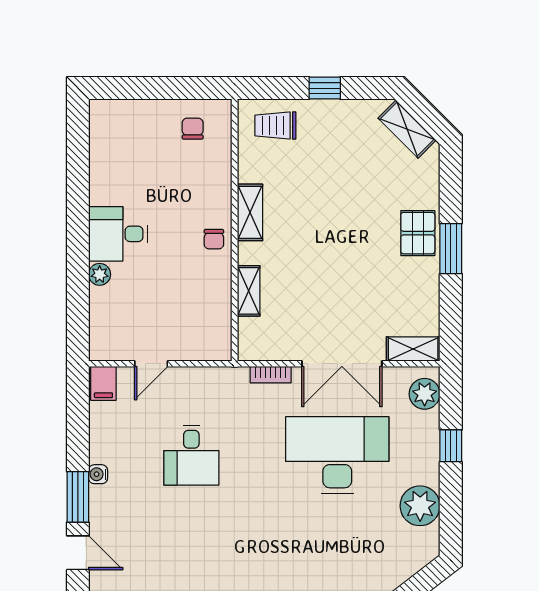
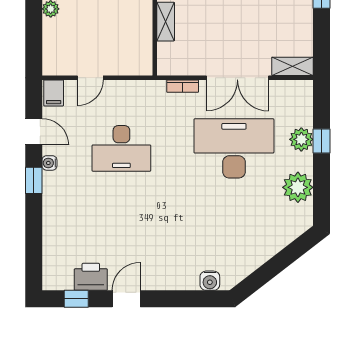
plant: (425, 394) -> (301, 139), moved
desk: (191, 455) -> (121, 148), width x1.37
window: (78, 497) -> (34, 180), width x0.67
door: (78, 553) -> (34, 132), moved

